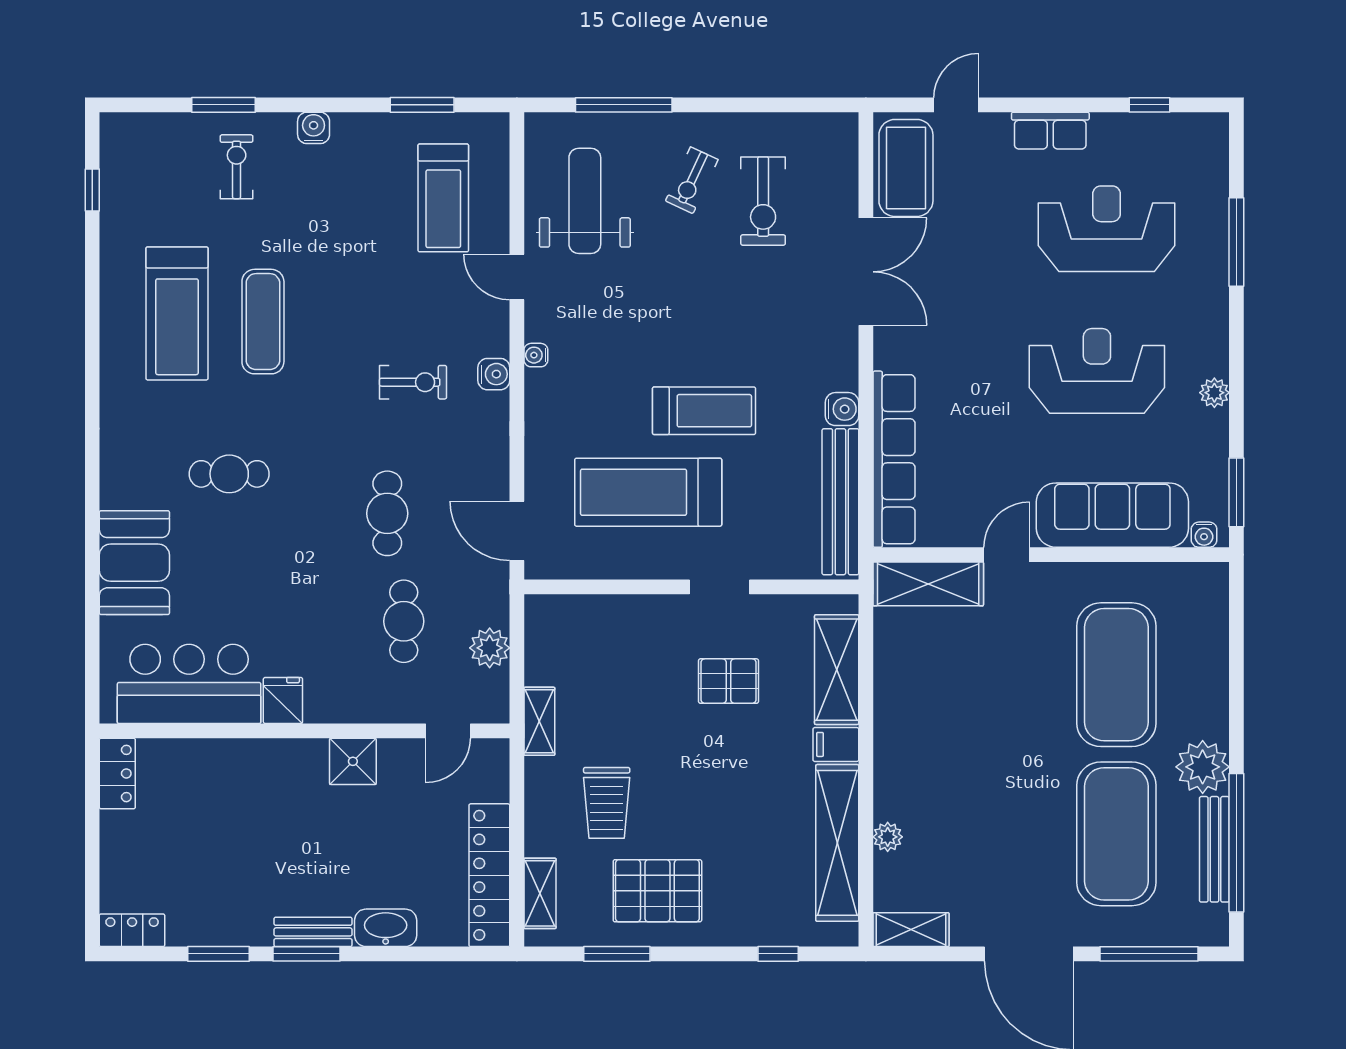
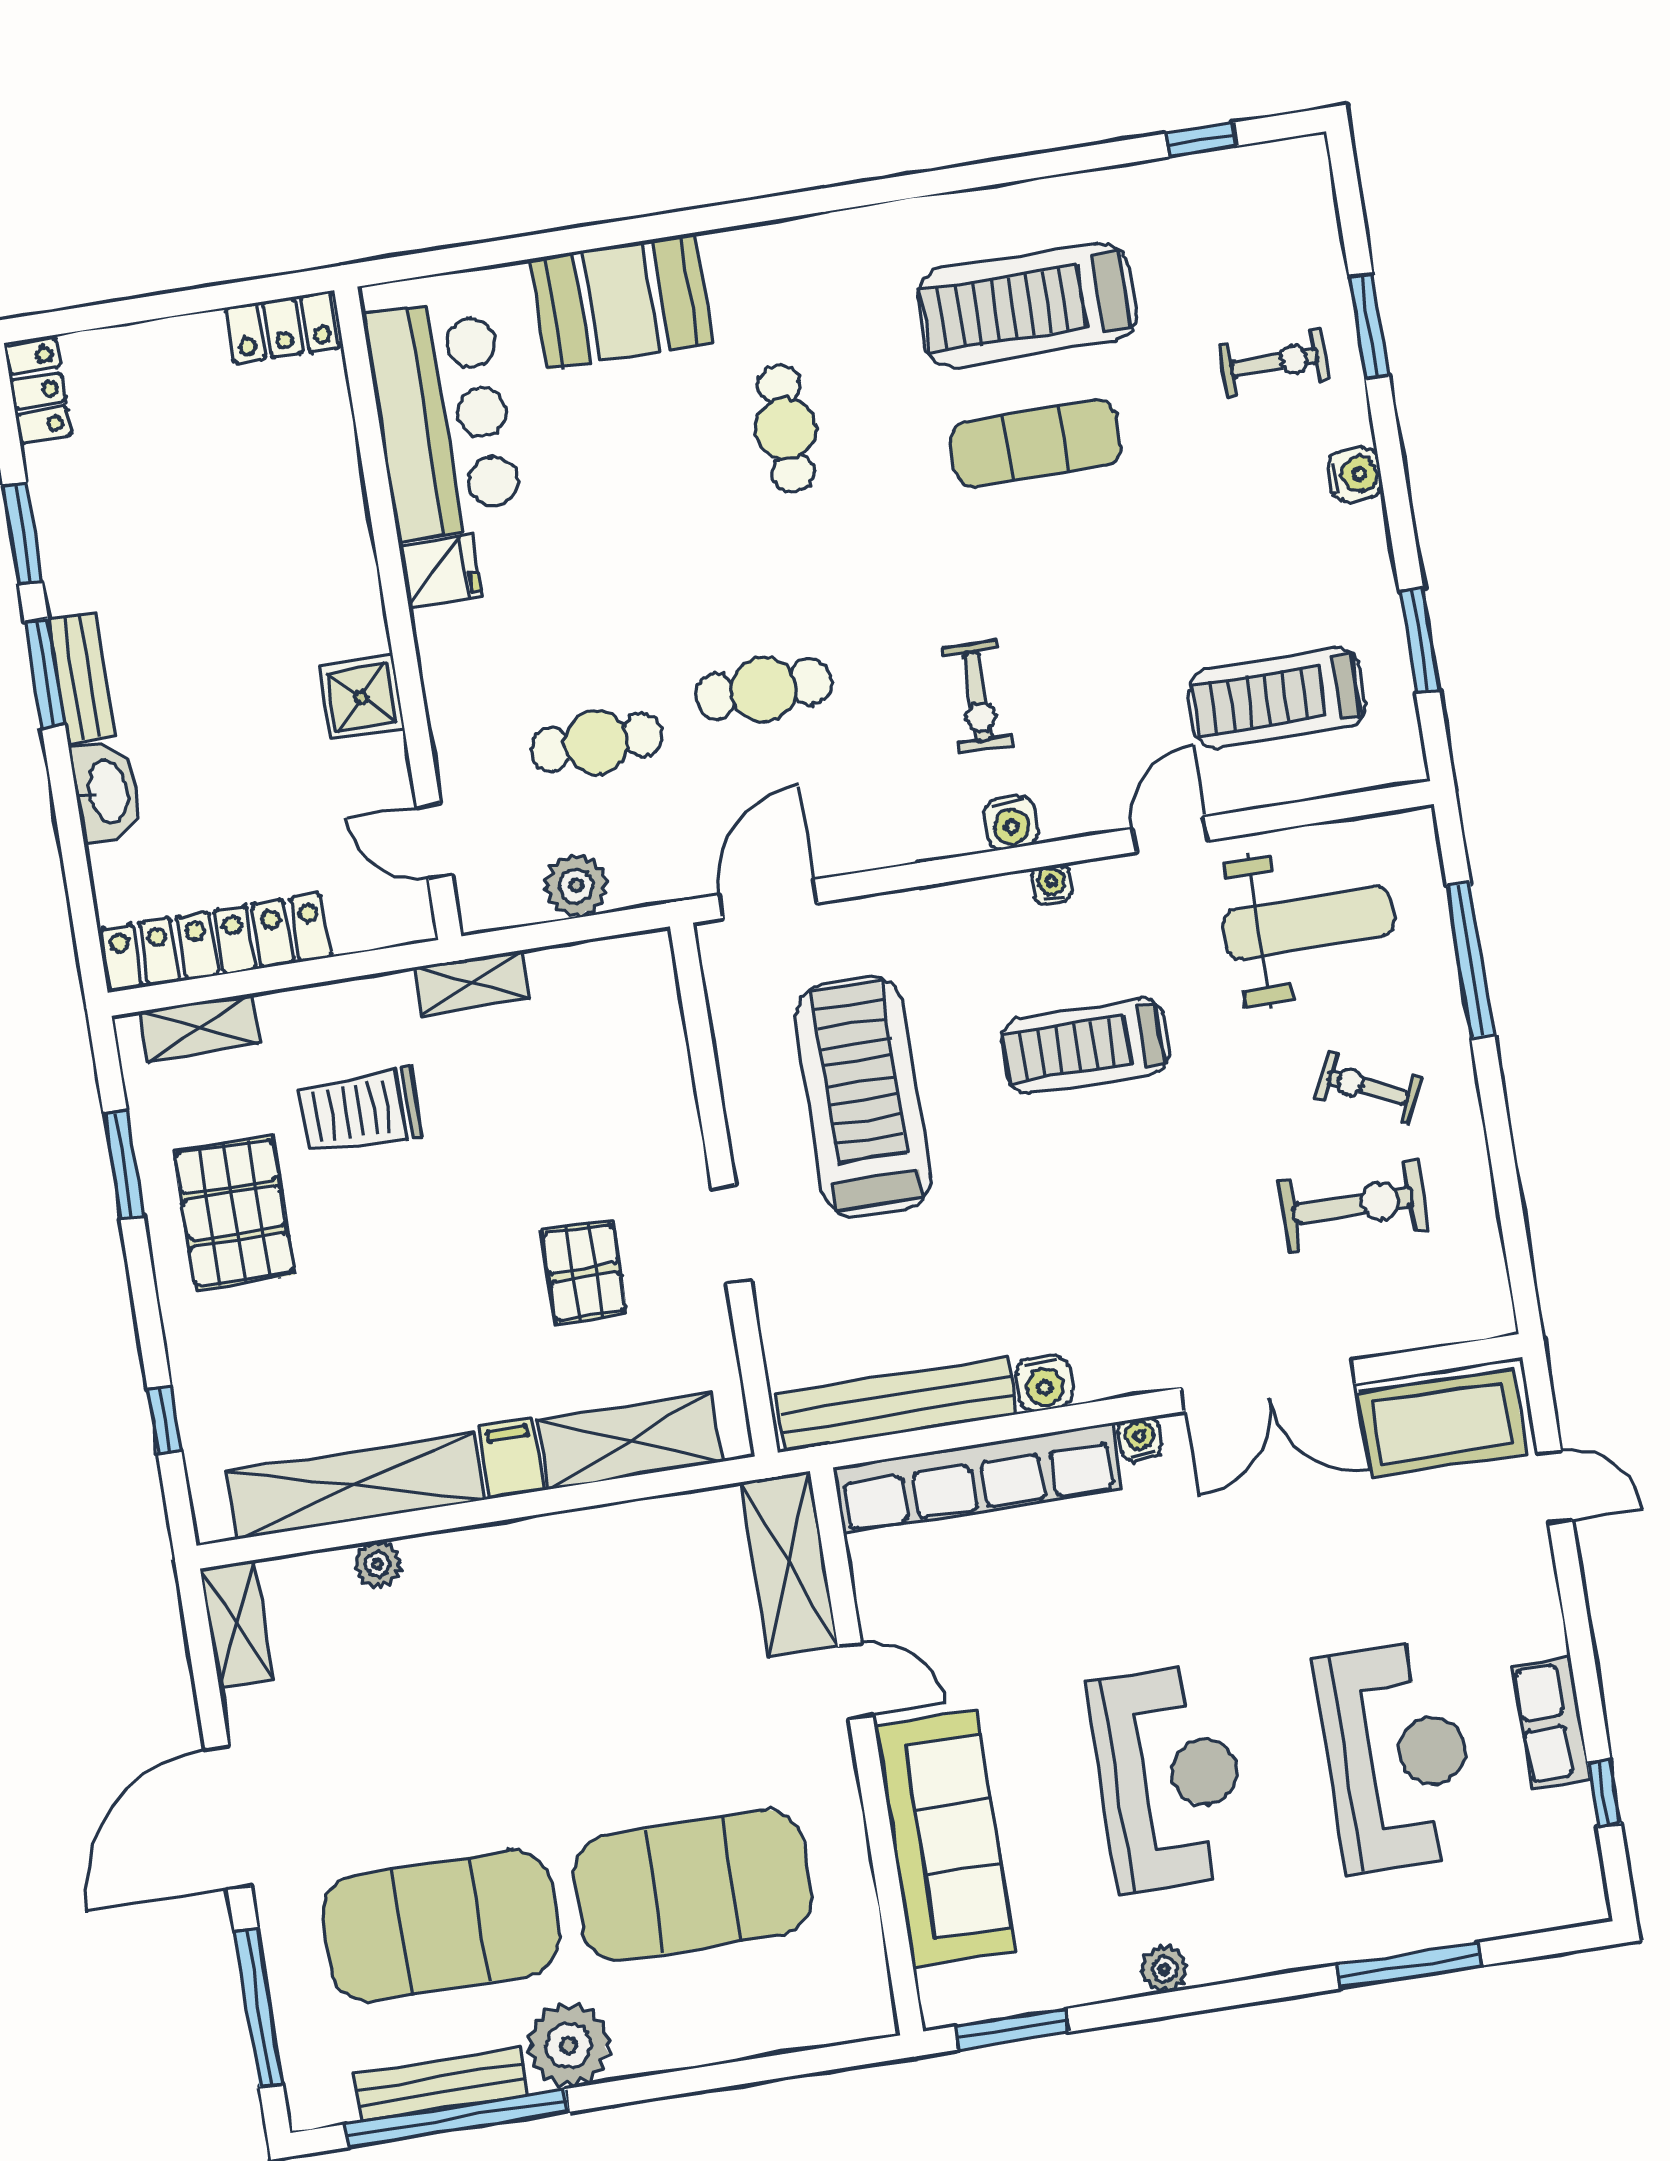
row of seats: (1050, 131) -> (1551, 1722), moved
exercise bike: (763, 201) -> (1354, 1205), turned 180
treadmill: (704, 411) -> (1085, 1046), moved, turned 90
water cooler: (1204, 535) -> (1140, 1439), moved, turned 90

